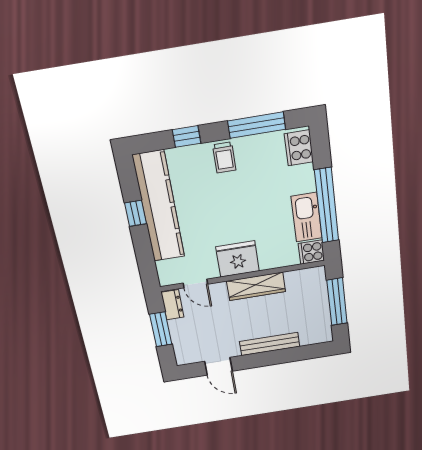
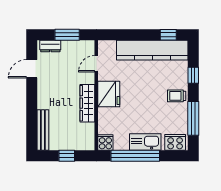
window: (136, 213) -> (168, 35), moved
kitchen sink: (307, 217) -> (145, 142), moved
window: (337, 302) -> (67, 156), width x0.46
dresser: (173, 305) -> (50, 46), moved
bench: (270, 344) -> (43, 130), moved

